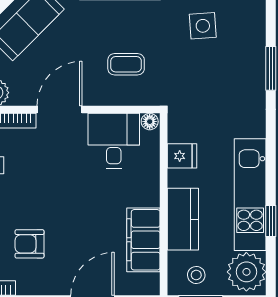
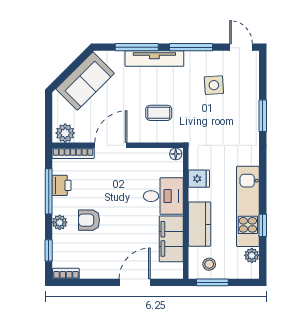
desk: (114, 141) -> (163, 196), moved, turned 90
armchair: (30, 244) -> (89, 220), moved
plant: (246, 272) -> (252, 255), width x0.53, depth x0.53

